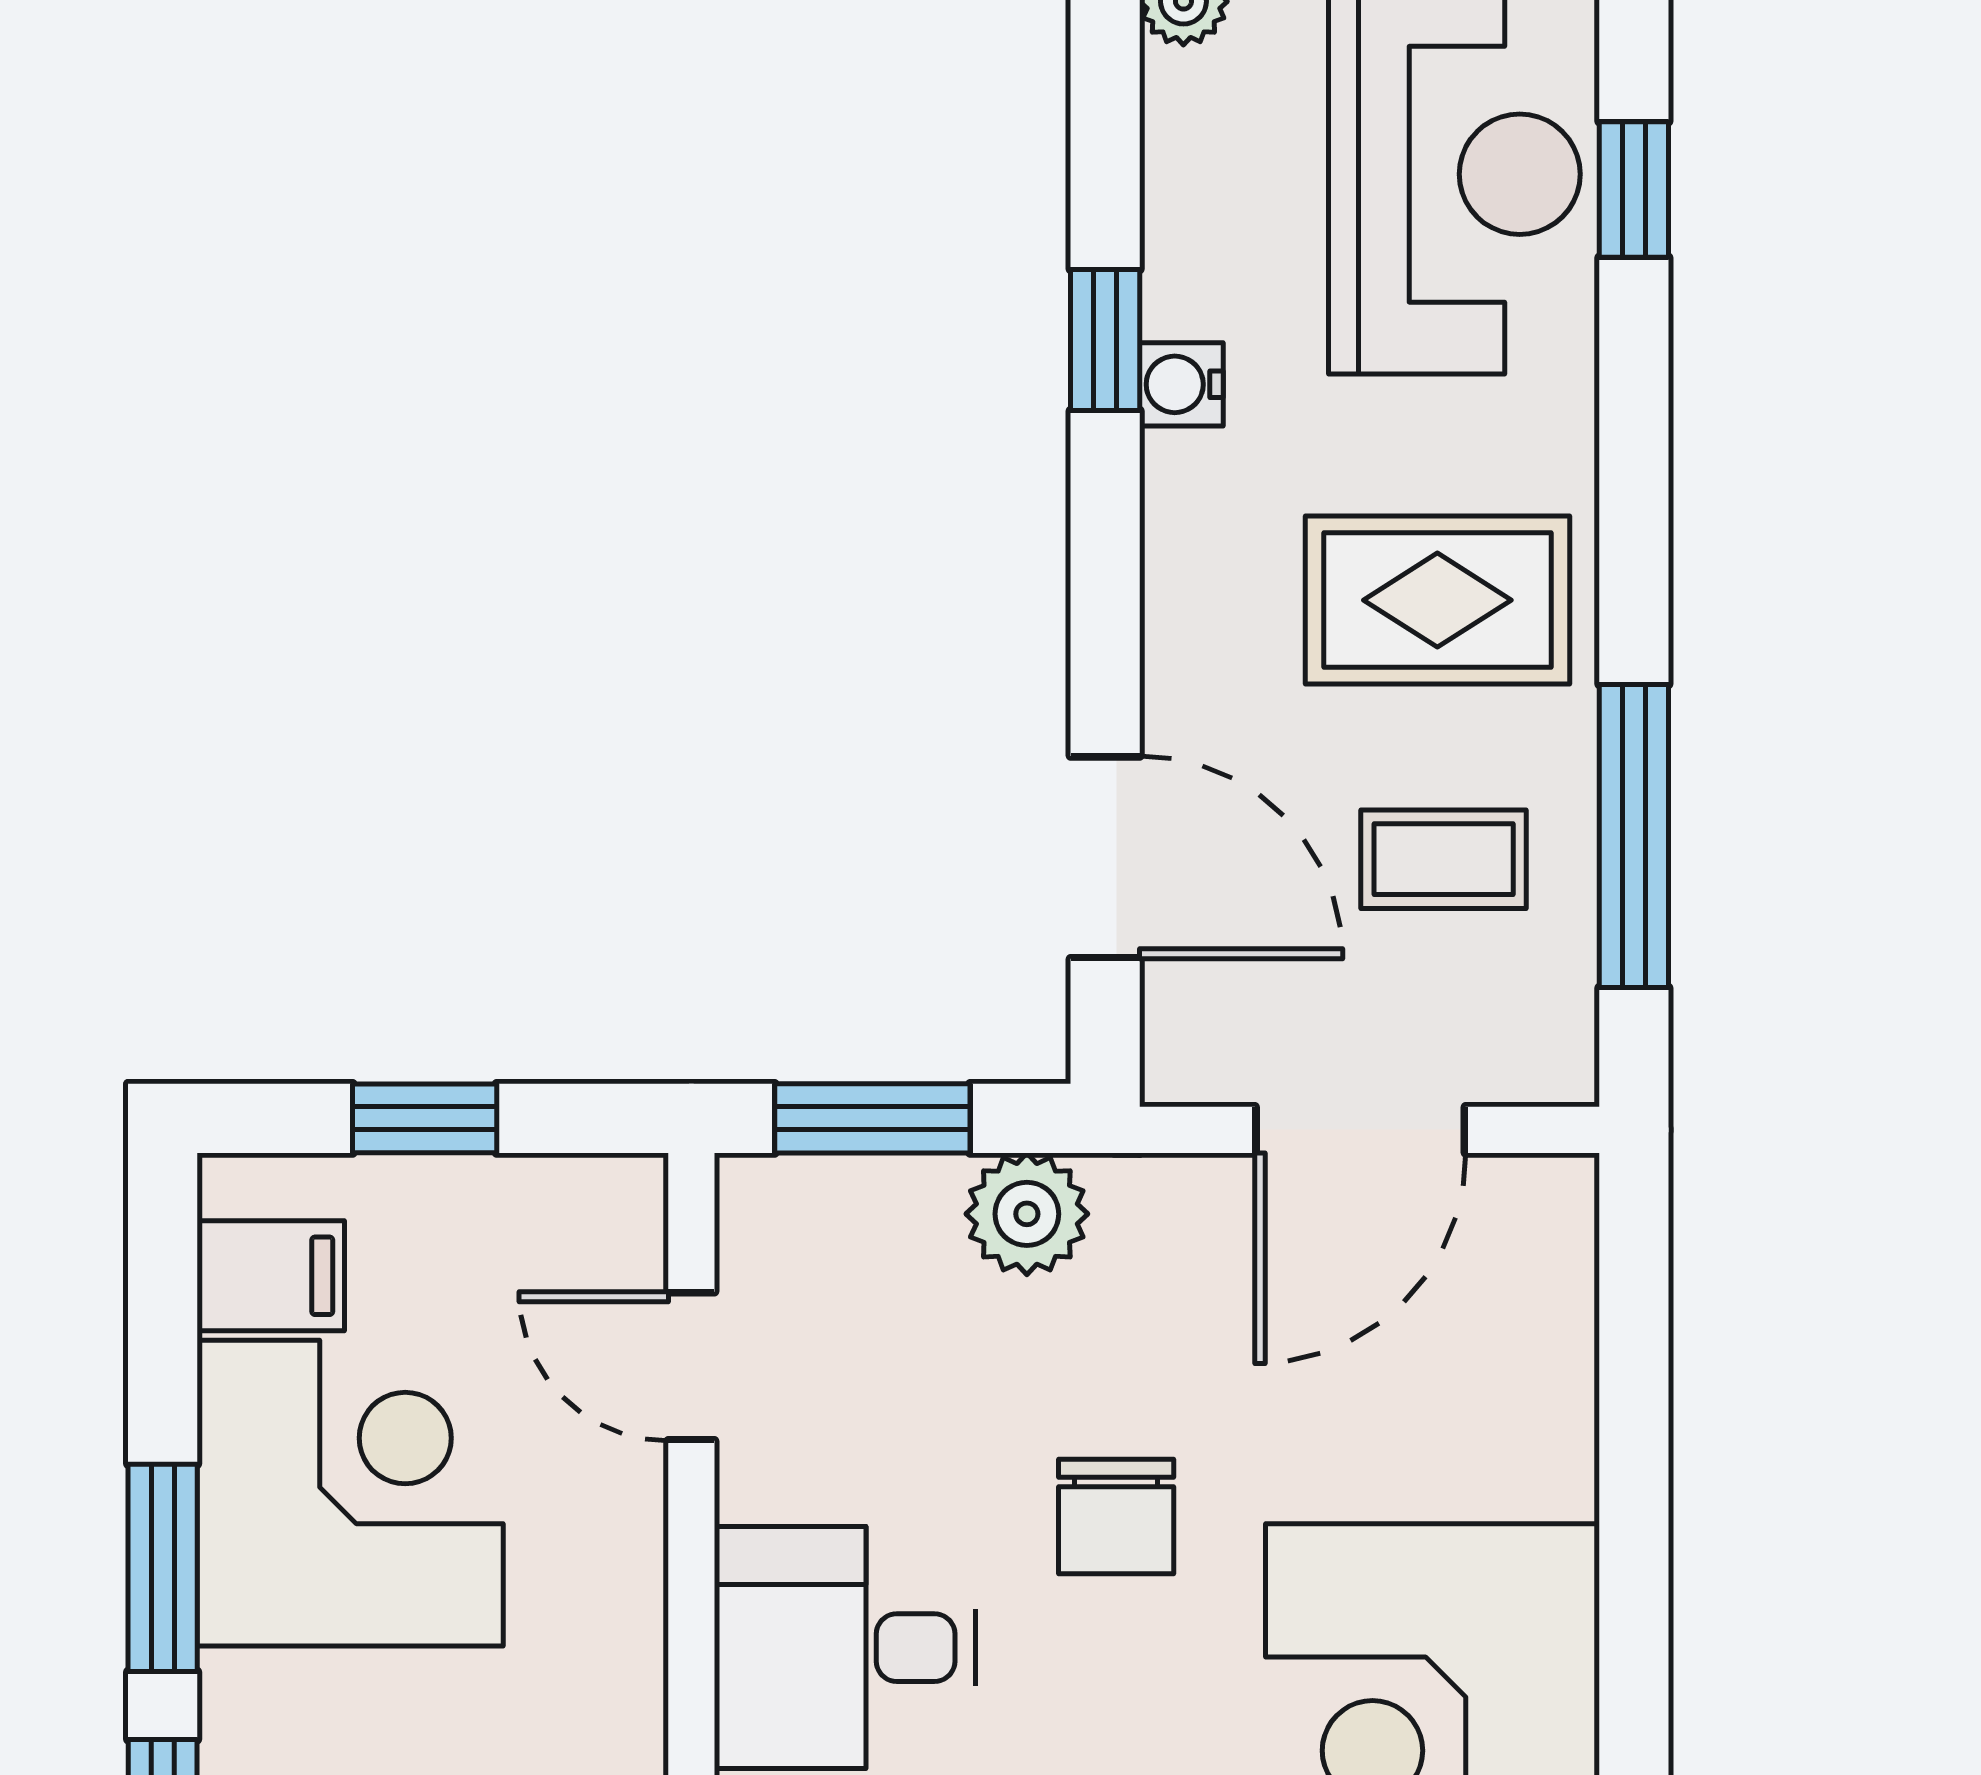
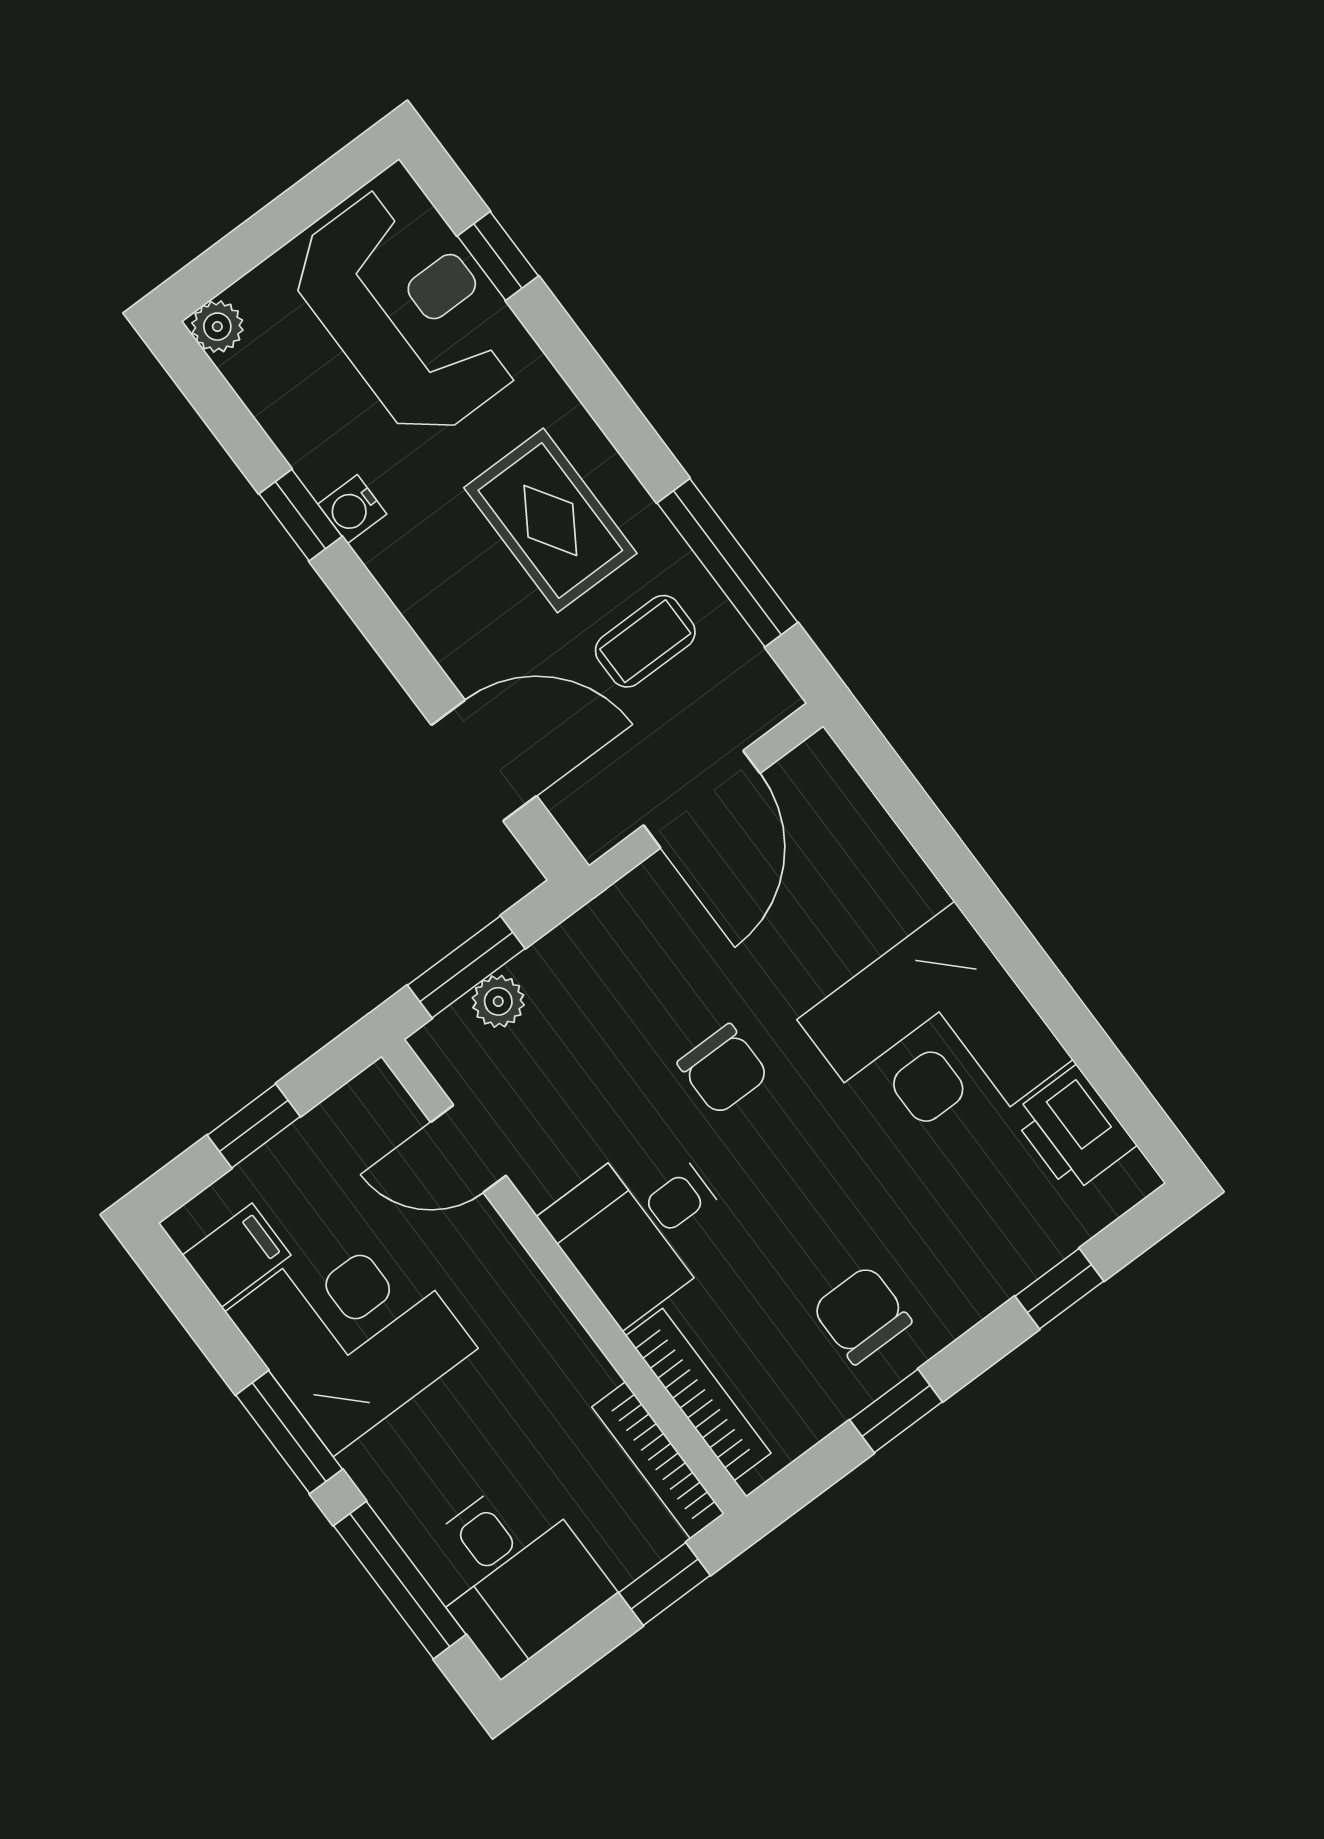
rug: (1437, 600) -> (550, 520), turned 90
plant: (1027, 1214) -> (498, 1001), moved, width x0.73, depth x0.73

